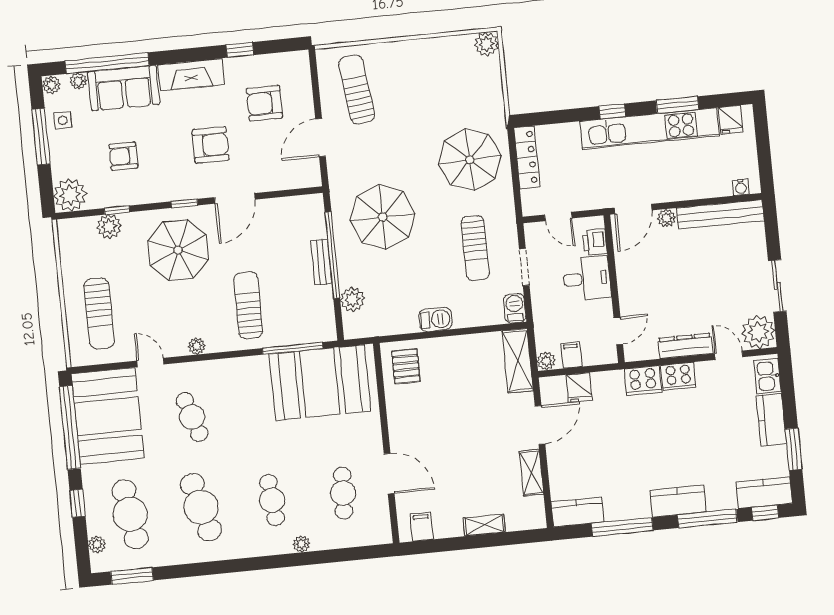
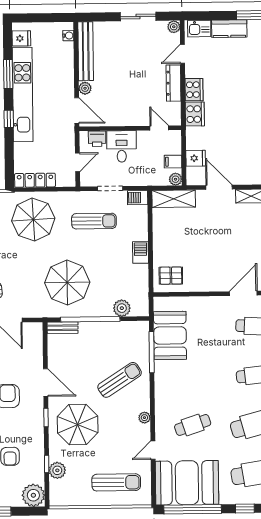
bench: (321, 262) -> (63, 328), moved
sun lounger: (248, 305) -> (120, 380), turned 147
plant: (758, 332) -> (174, 27), width x0.53, depth x0.53
booth: (320, 383) -> (170, 335), width x0.73, depth x0.70

